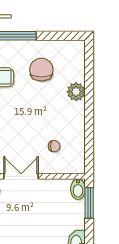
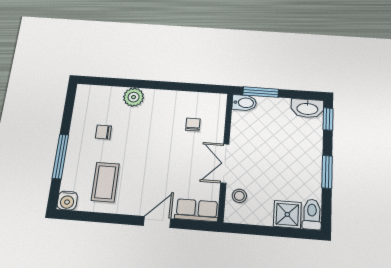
chair: (41, 70) -> (104, 132), width x0.54, depth x0.54

